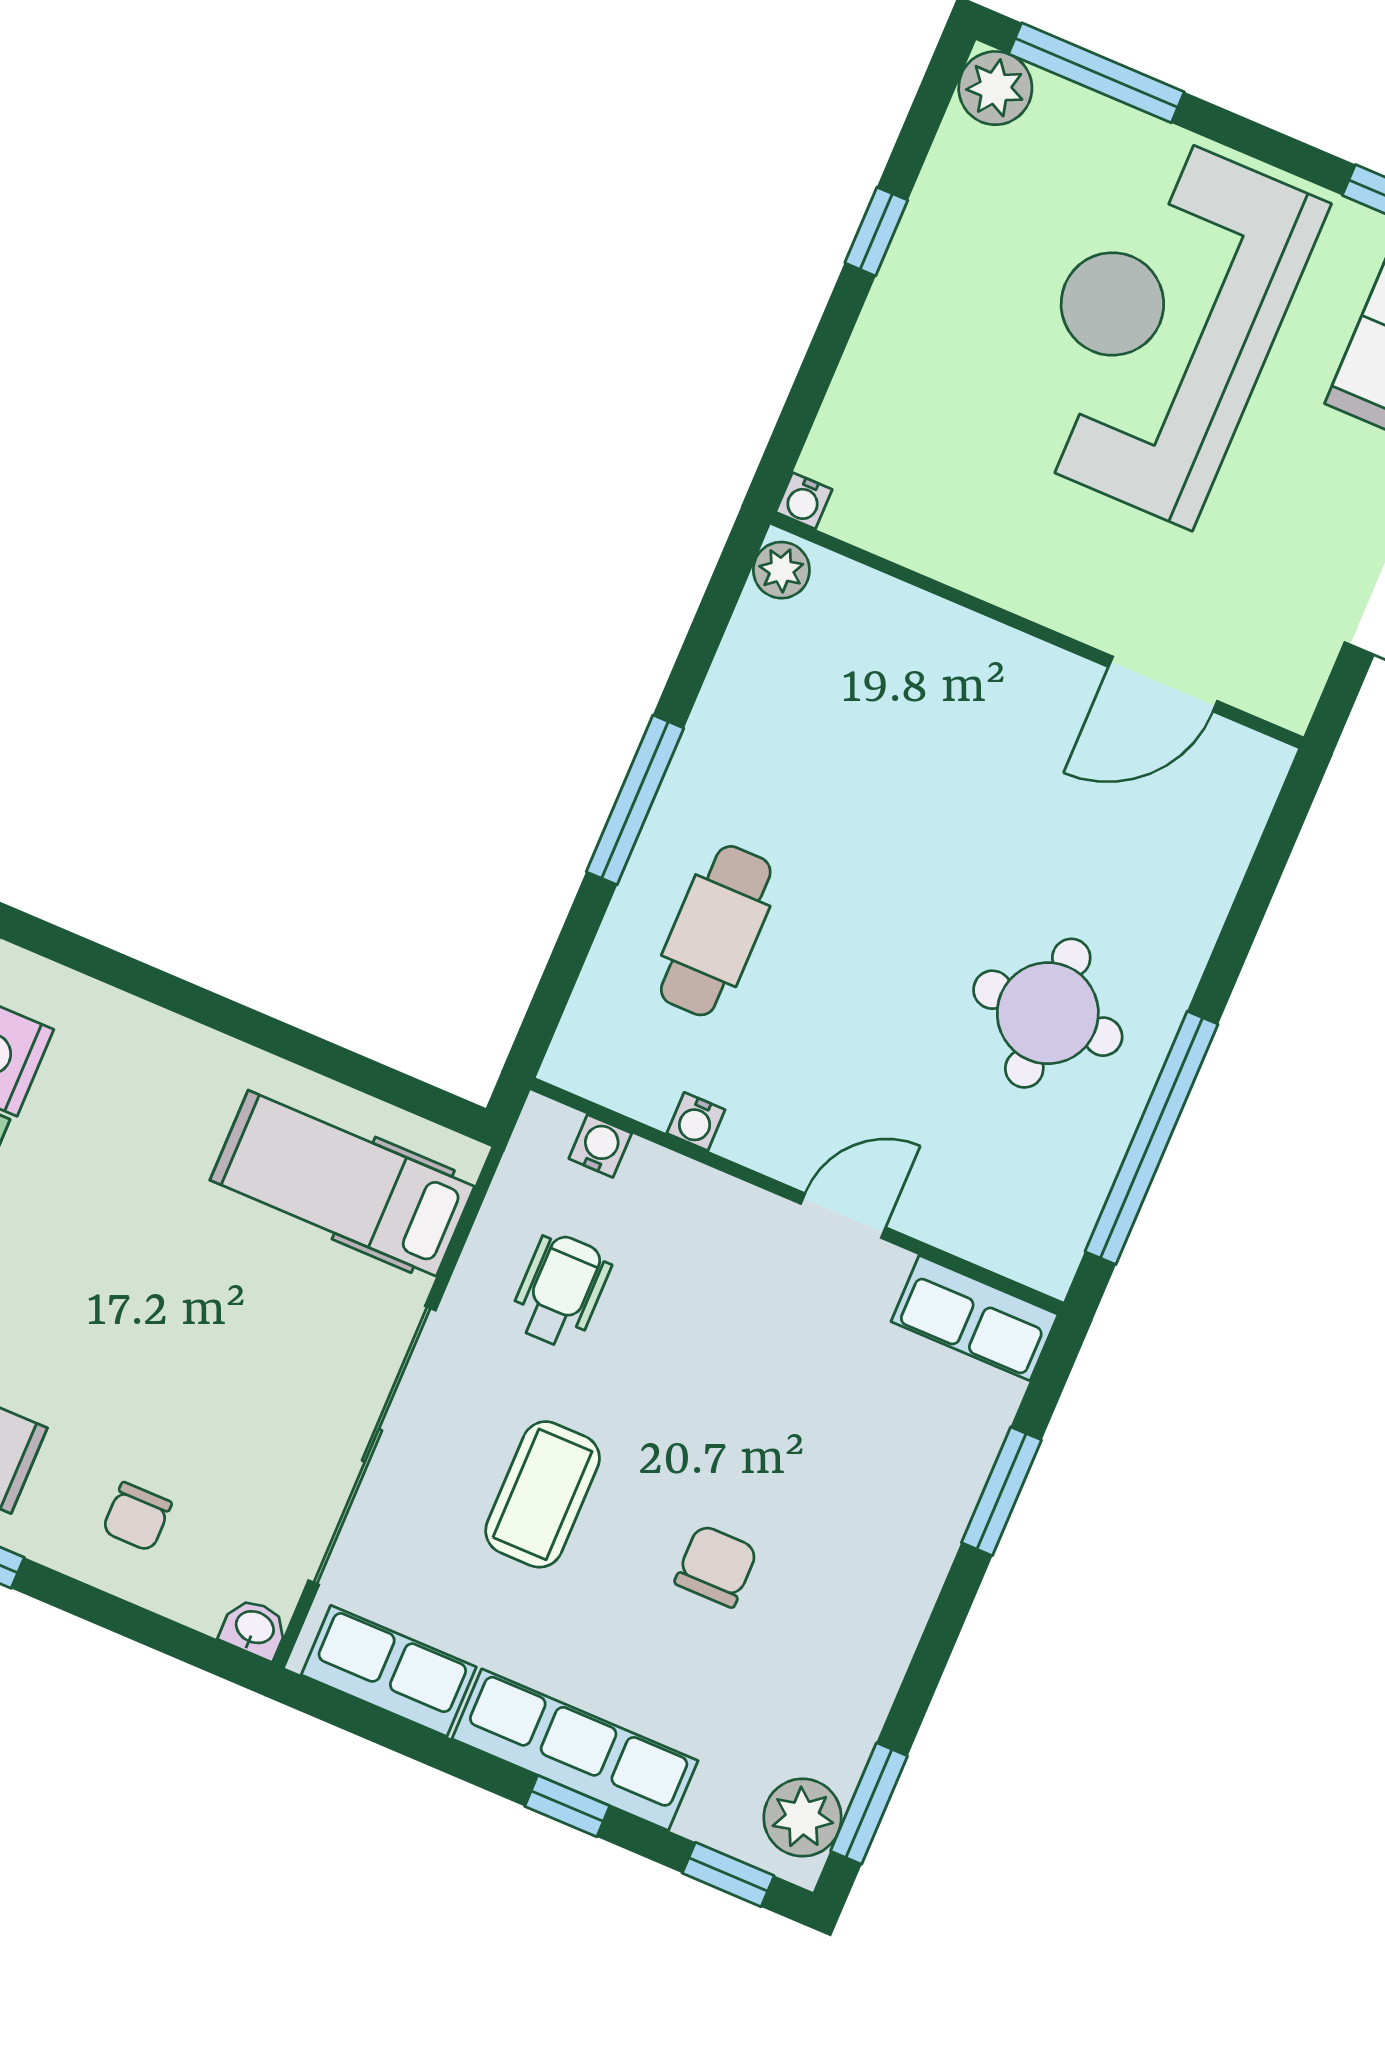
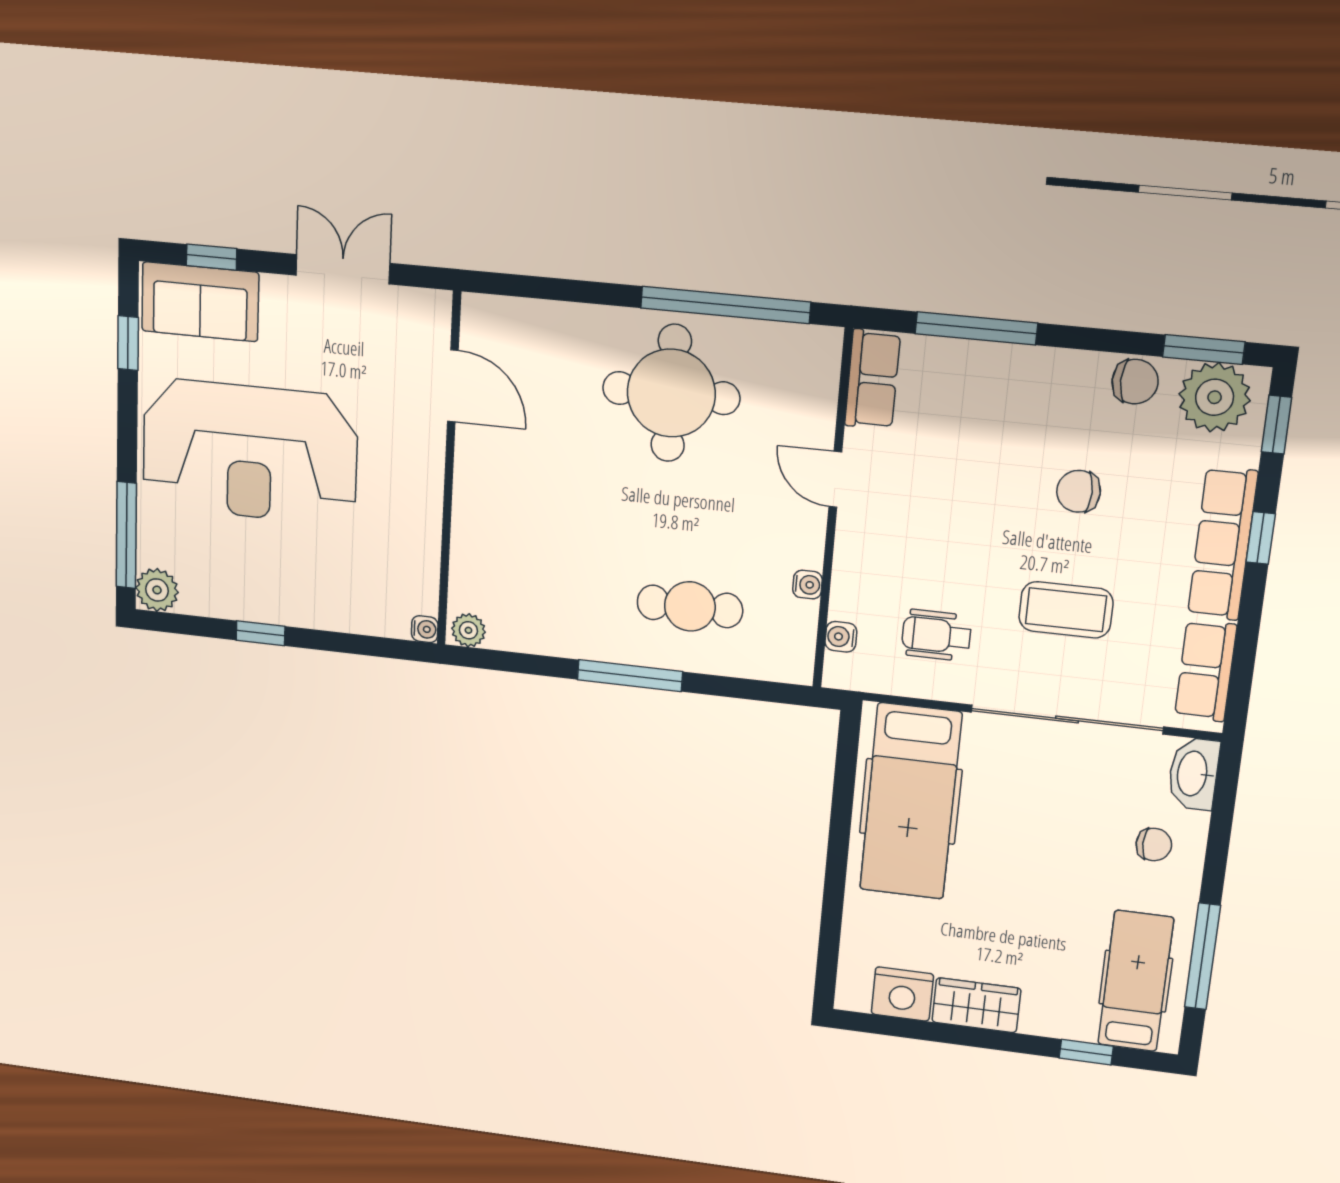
round table: (1048, 1013) -> (671, 393), width x1.36, depth x1.36
hospital bed: (342, 1183) -> (911, 801), width x1.37, depth x1.29
window: (1001, 1491) -> (976, 328), width x1.44
washbasin: (254, 1628) -> (1193, 774), width x1.91, depth x1.45
chair: (853, 1694) -> (1135, 382), added
plant: (803, 1818) -> (1215, 397), width x1.36, depth x1.36

